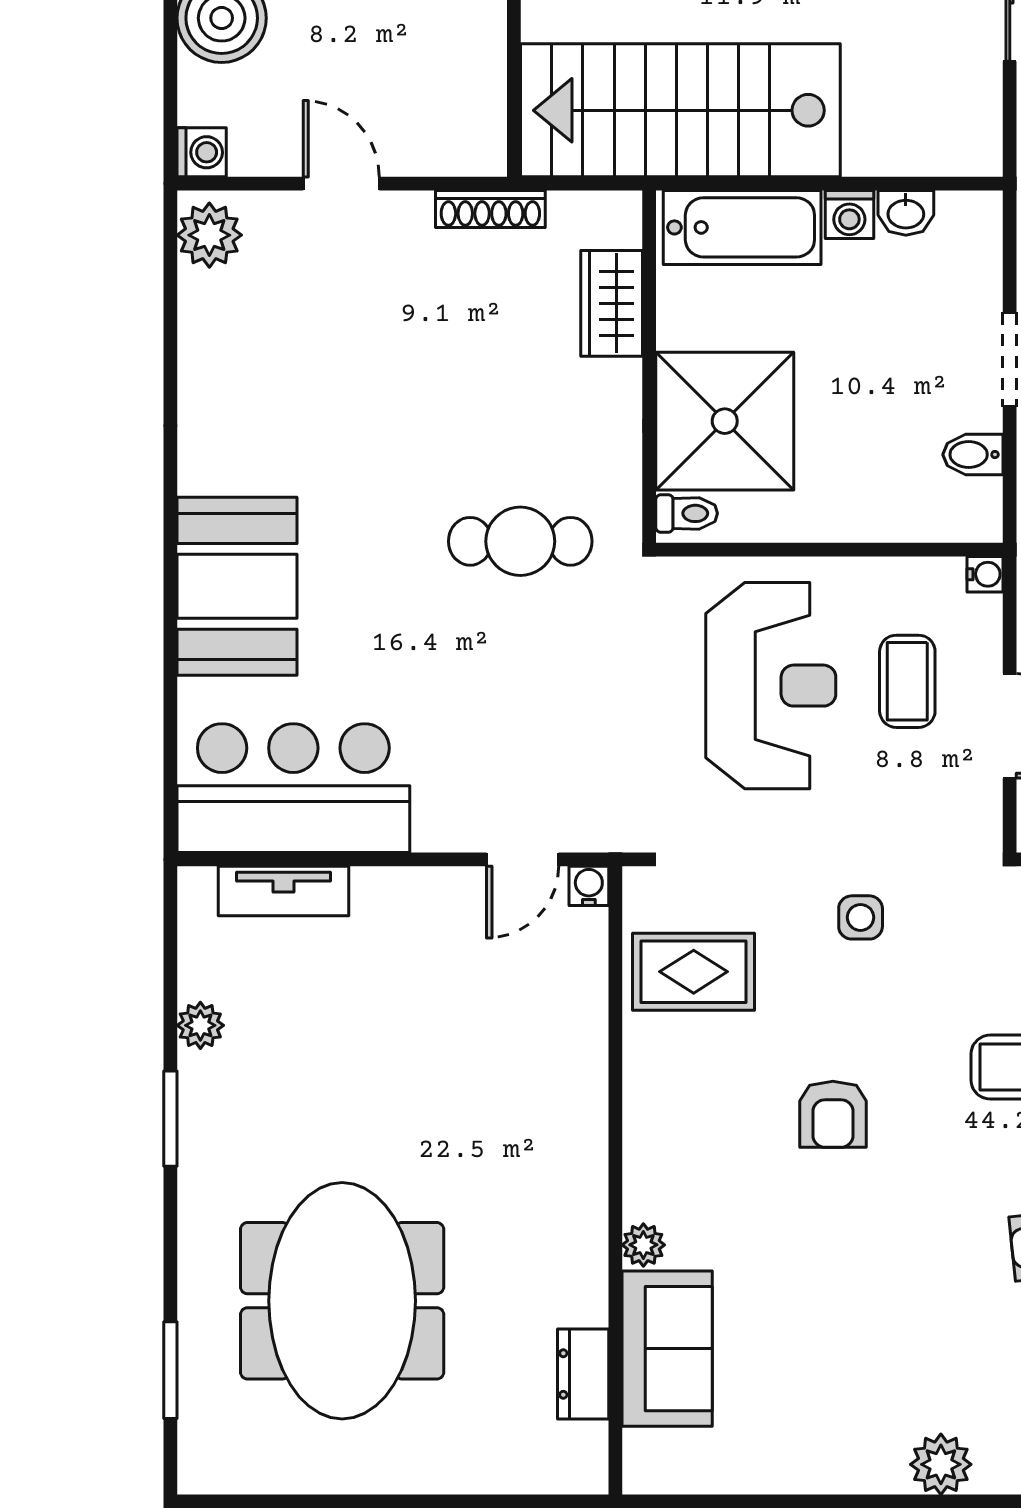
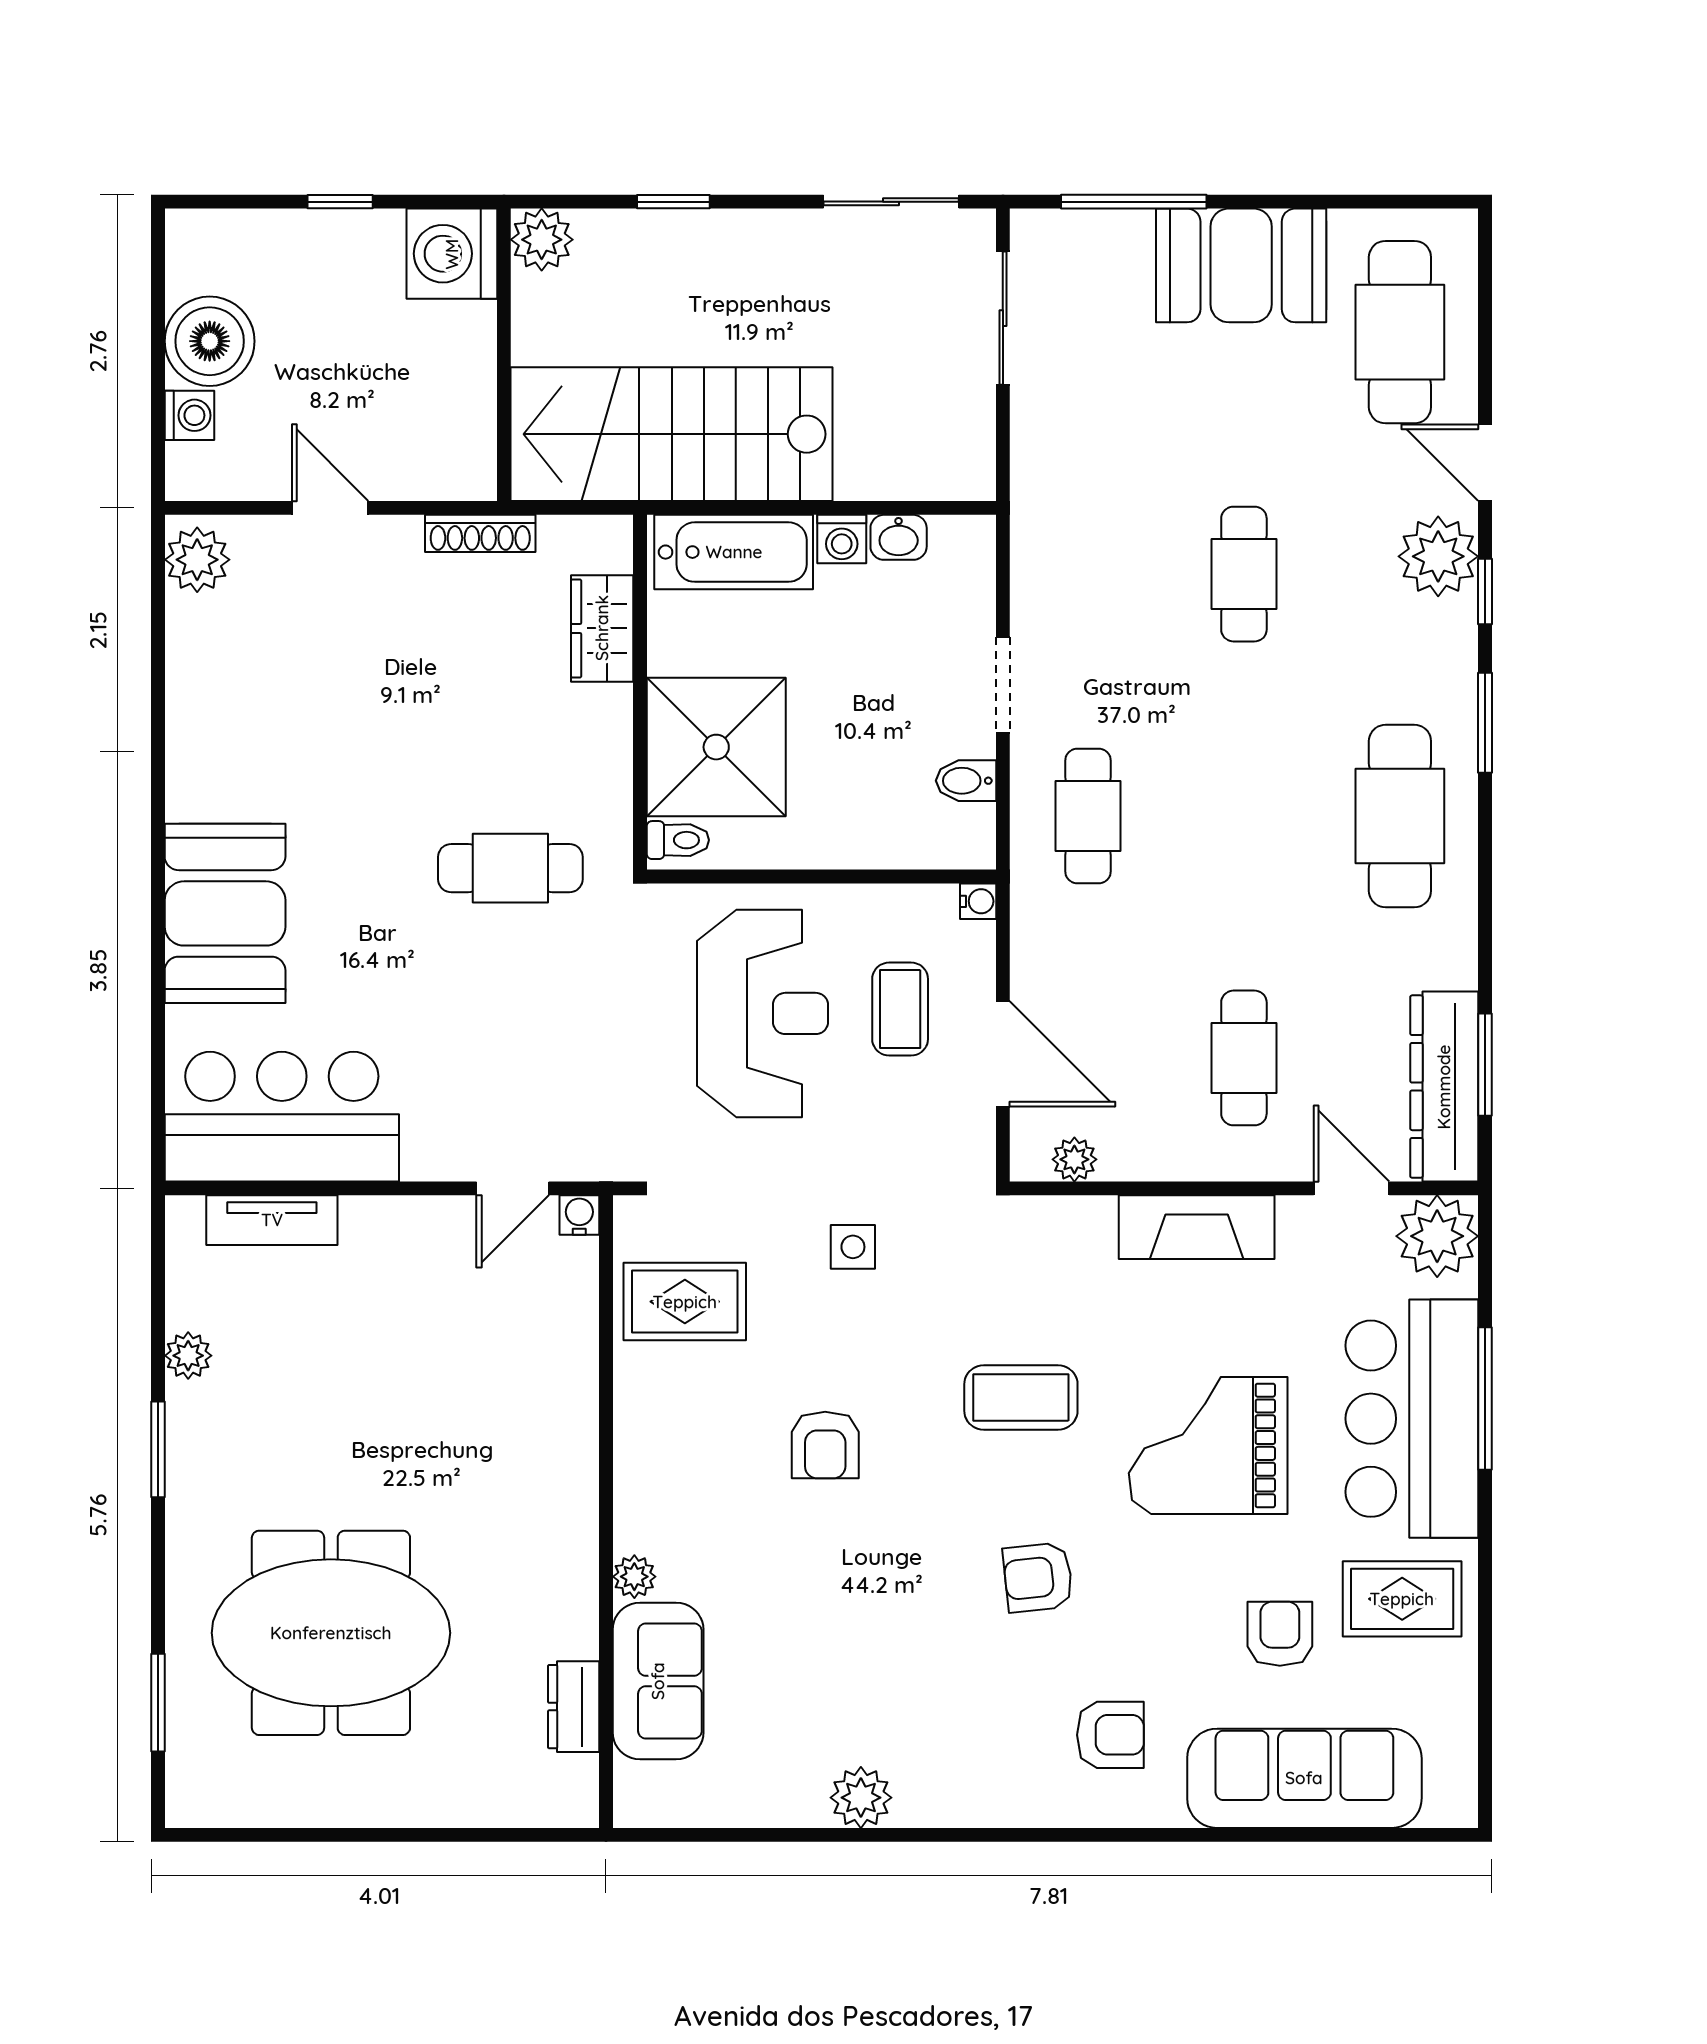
washing machine: (202, 152) -> (190, 415), moved
meeting table: (342, 1301) -> (331, 1633), turned 90
plant: (941, 1464) -> (861, 1798), moved

